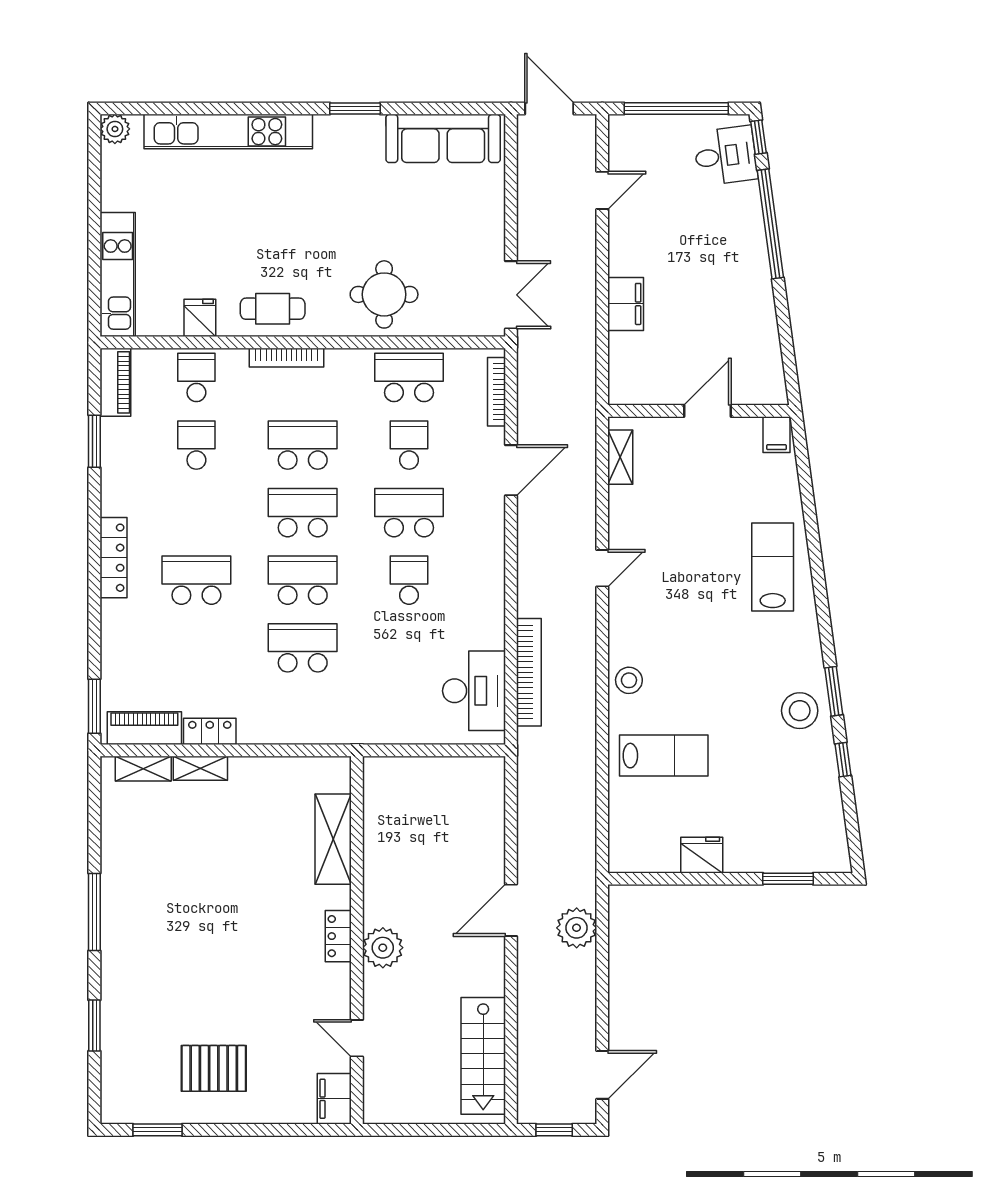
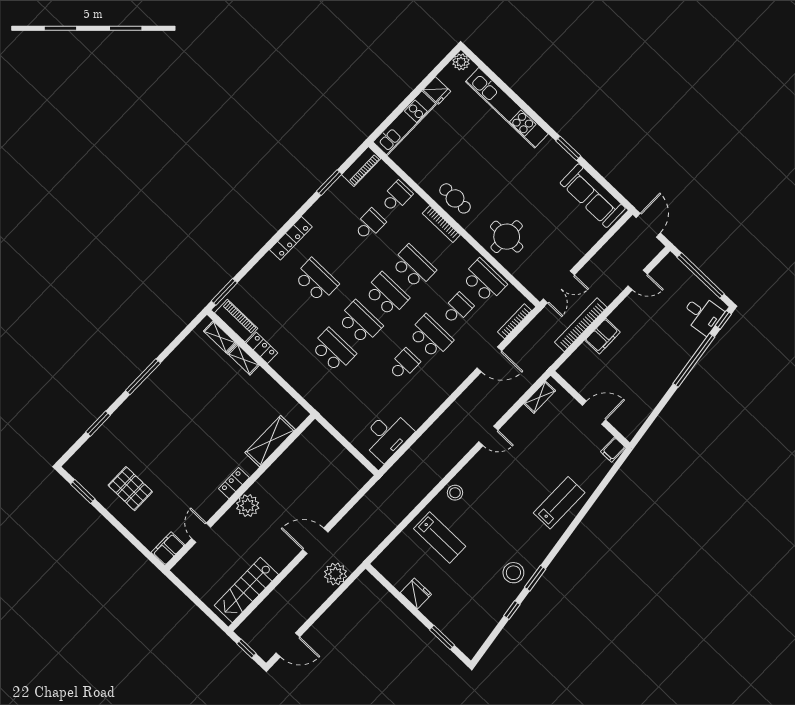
fridge: (200, 318) -> (437, 90), moved, turned 90
bookcase: (529, 672) -> (581, 325), moved, turned 180

